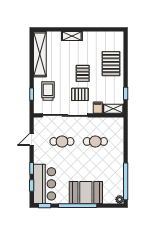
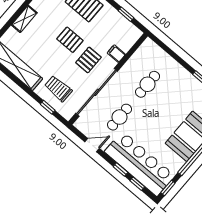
shelving: (113, 109) -> (130, 39), removed
door: (32, 139) -> (92, 145), swing flipped
bar counter: (45, 184) -> (140, 164), width x1.36

